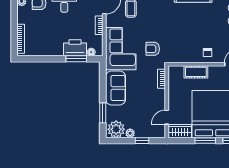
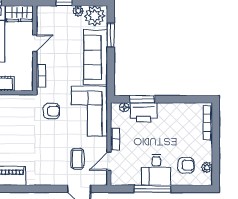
sofa: (115, 88) -> (96, 57), width x1.36
door: (167, 117) -> (35, 43), moved

